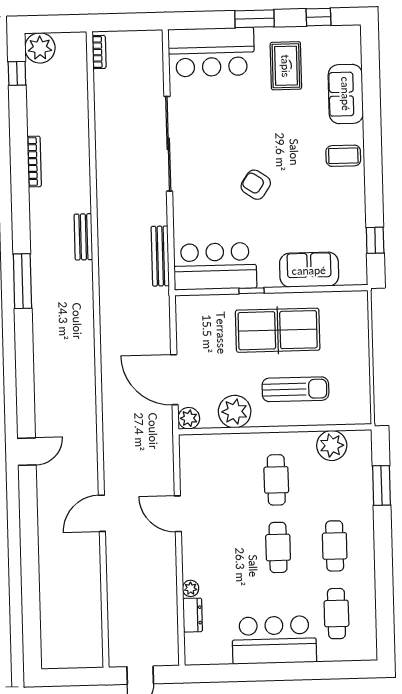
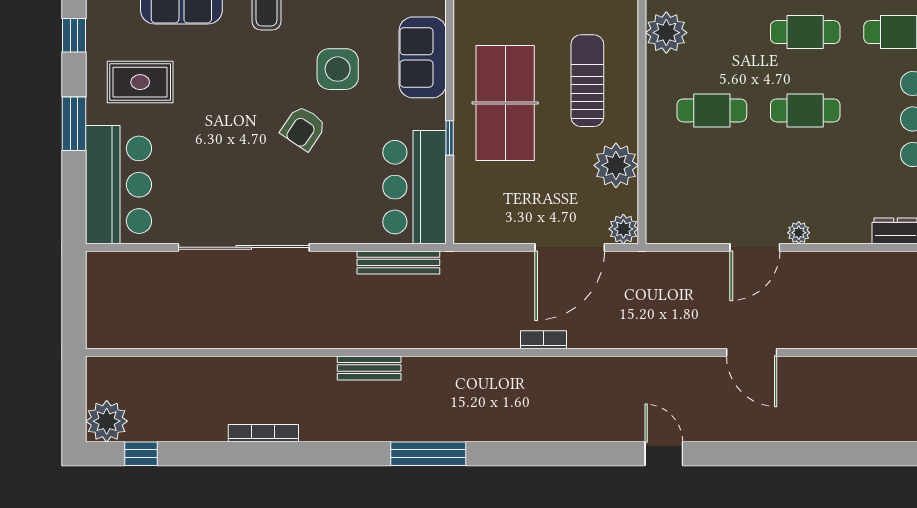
bookcase: (99, 52) -> (543, 340), moved
side table: (299, 208) -> (338, 69), added
plant: (191, 588) -> (799, 233), moved

